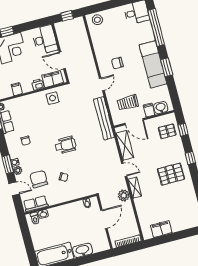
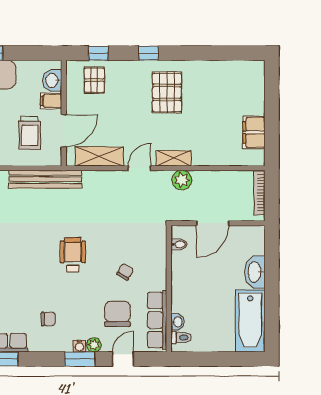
chair: (39, 179) -> (117, 314), turned 90
row of seats: (36, 204) -> (157, 320), width x1.48
door: (104, 219) -> (213, 223), swing flipped

